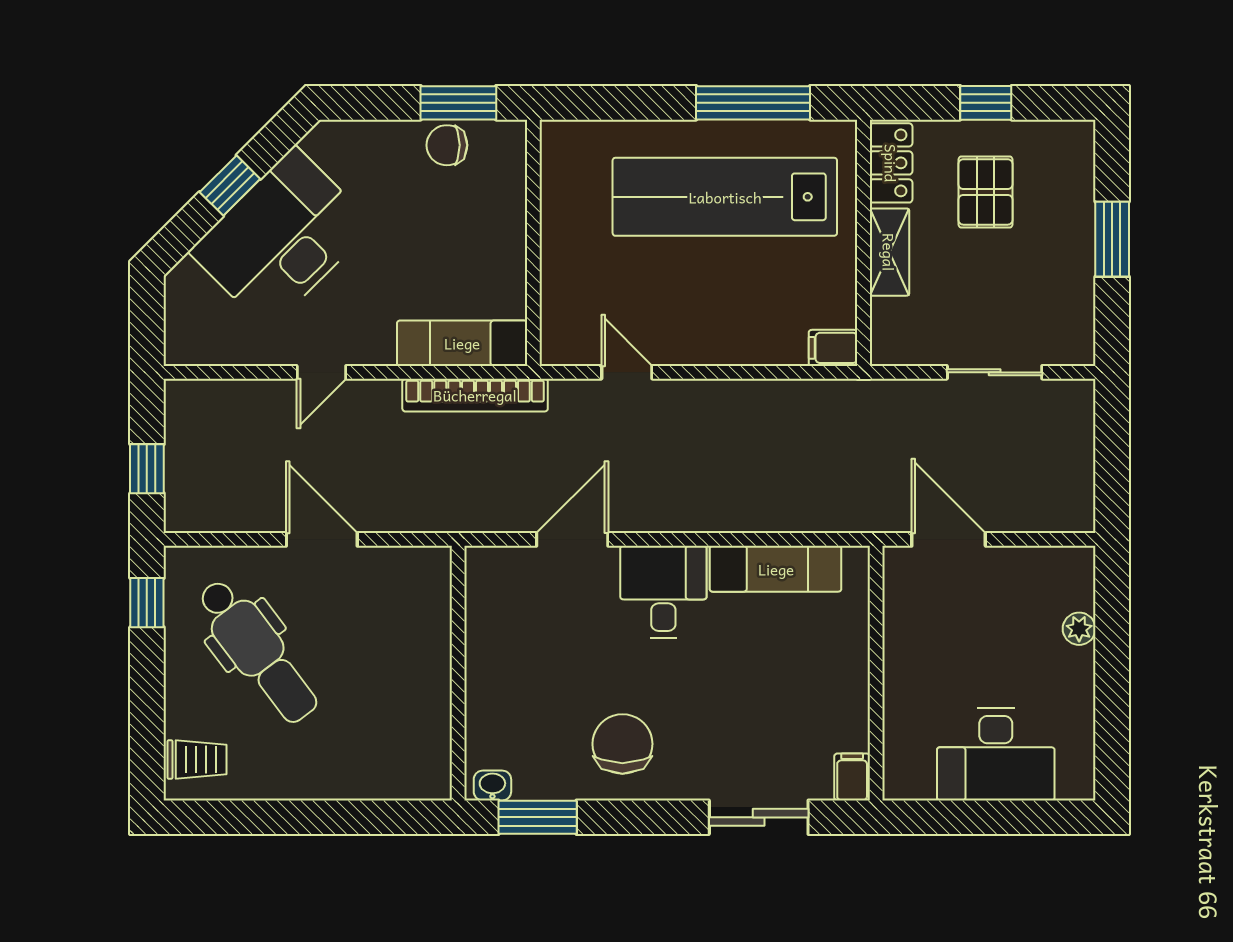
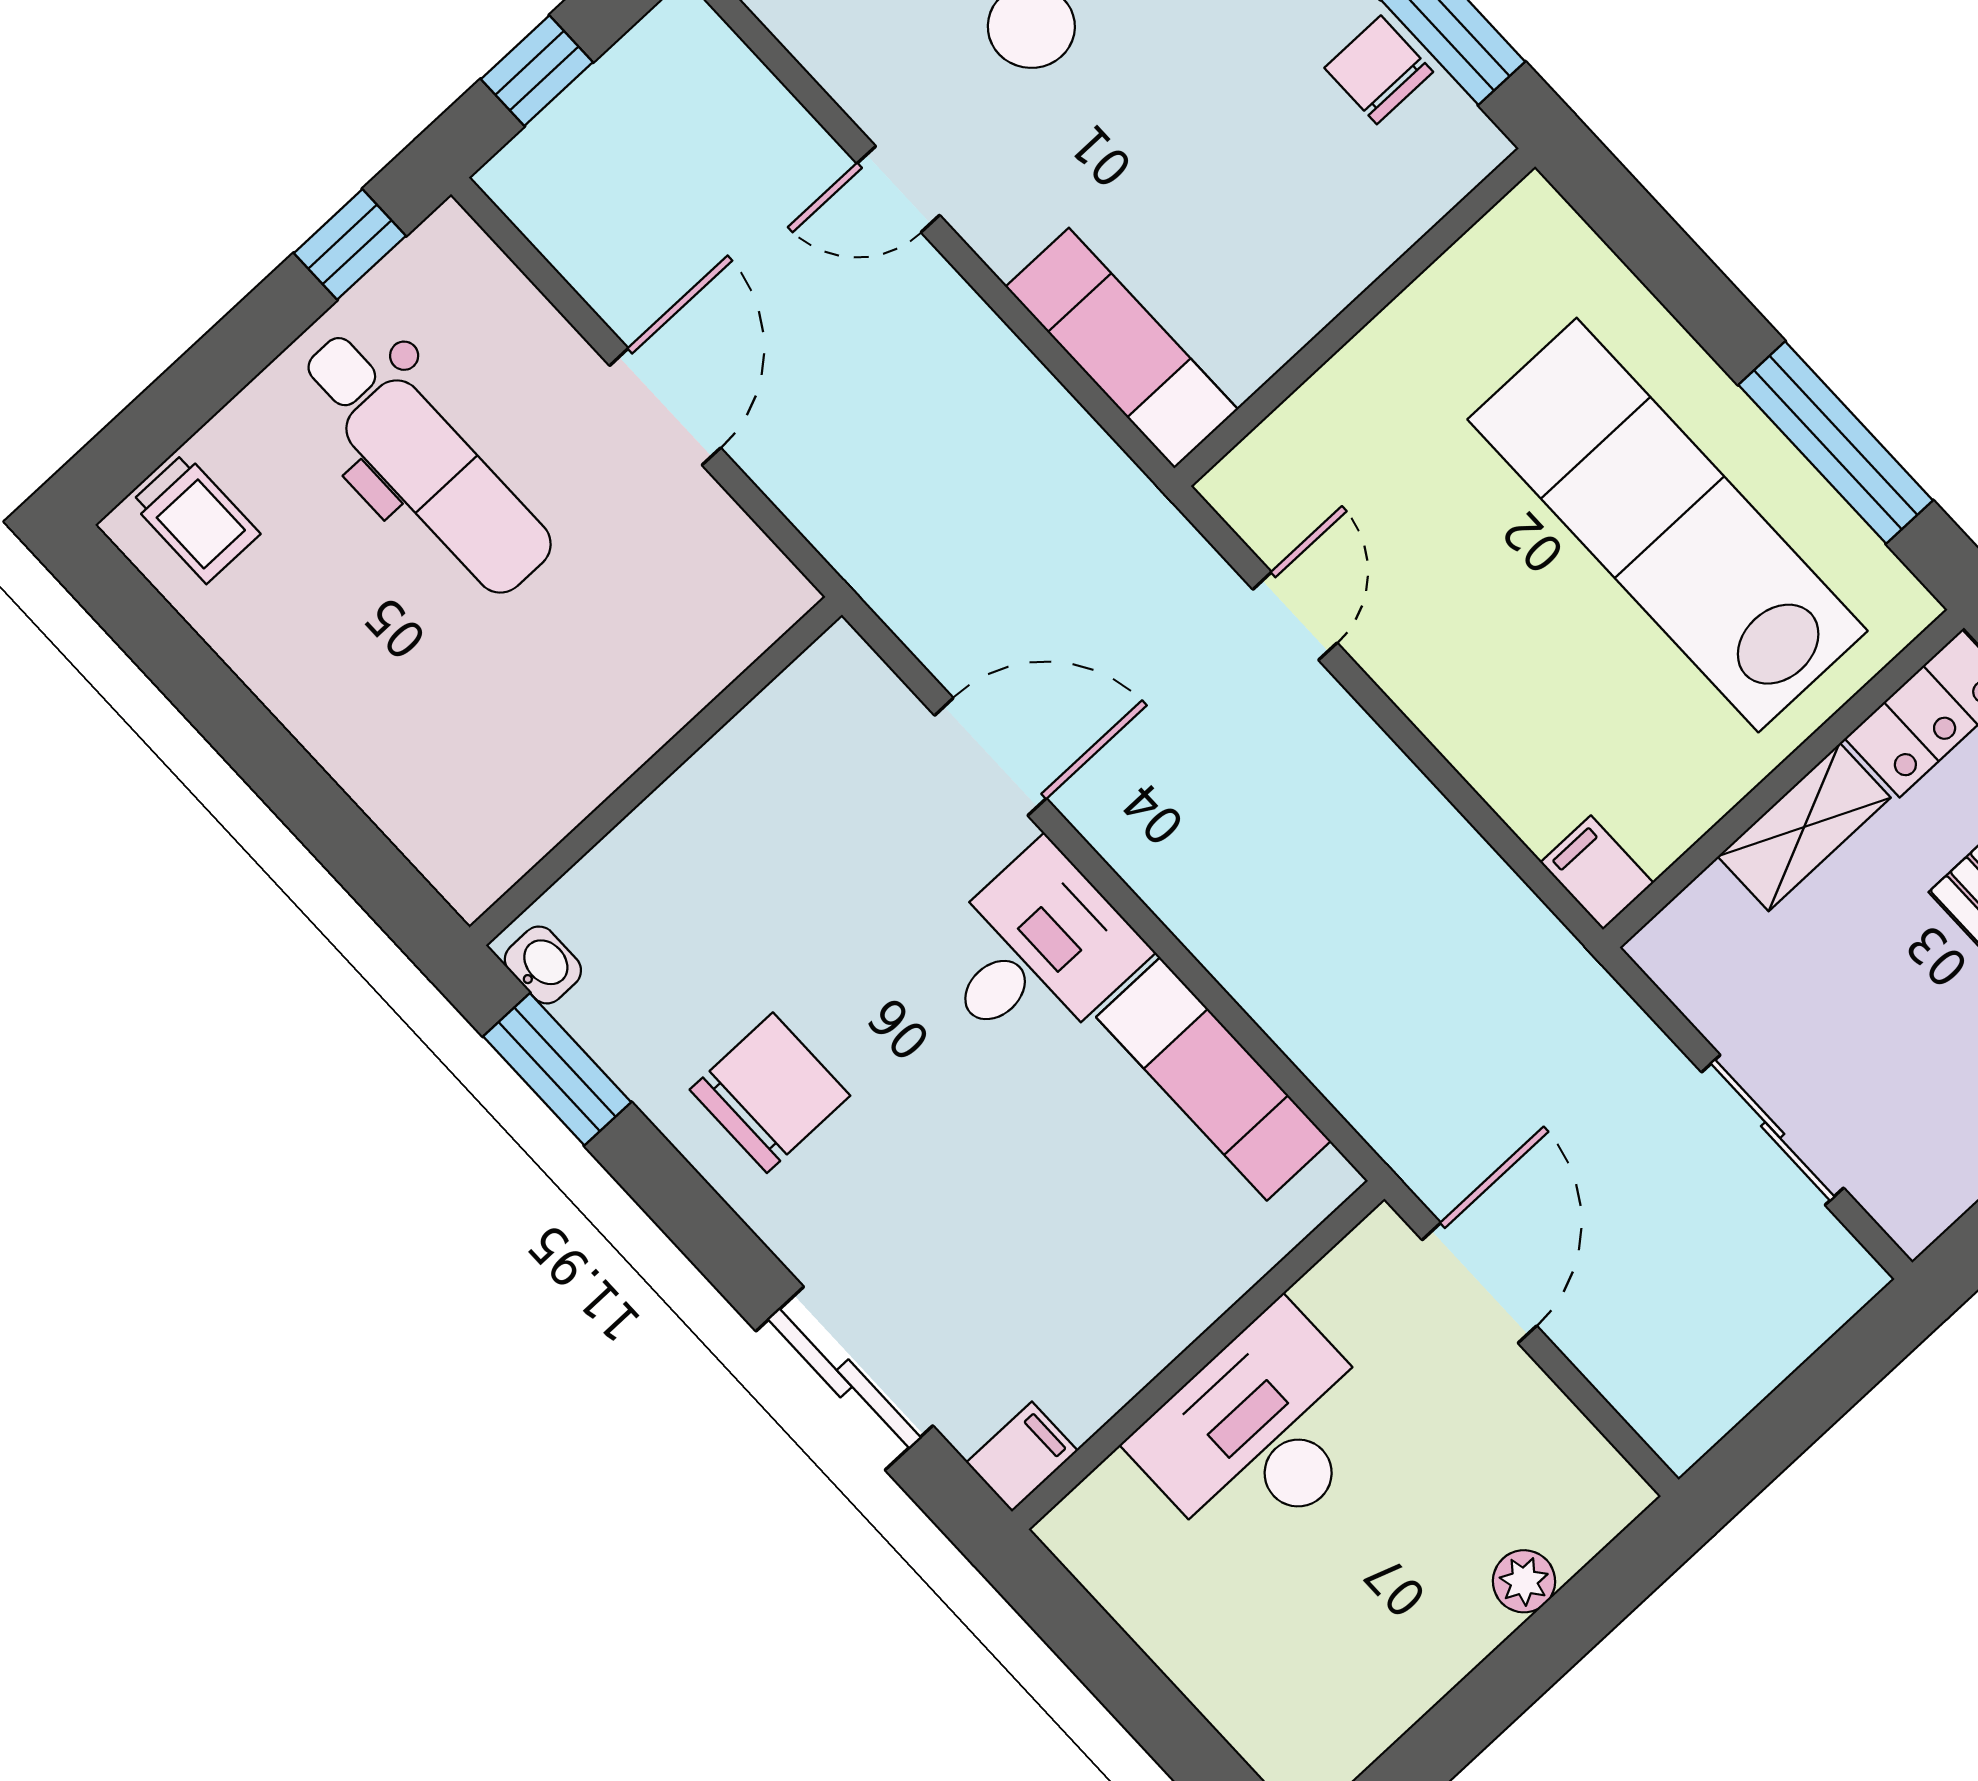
bookcase: (475, 395) -> (1066, 434), removed
dental chair: (257, 651) -> (426, 462), turned -53
desk: (996, 754) -> (1261, 1433), moved, turned 90

